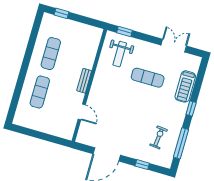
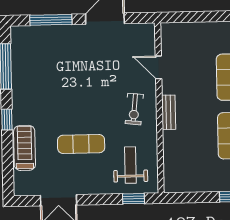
exercise bike: (159, 137) -> (134, 109), moved
window: (142, 165) -> (51, 20), width x2.17

